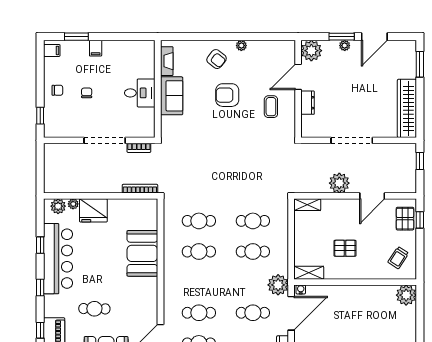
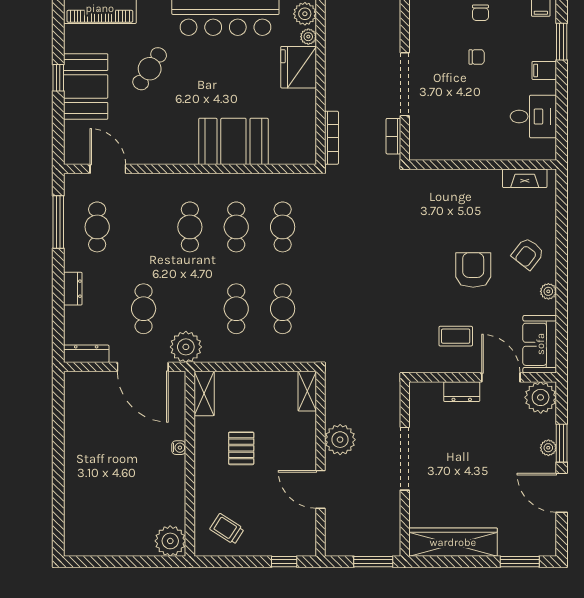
desk: (140, 93) -> (533, 116), moved, turned -90
sofa: (172, 96) -> (540, 344), moved, turned 90
window: (420, 161) -> (373, 562), width x1.50
pallet: (405, 219) -> (286, 539), removed
water cooler: (301, 289) -> (179, 448), moved
cafe table: (94, 309) -> (150, 69), turned 32
cafe table: (199, 313) -> (190, 227), moved

